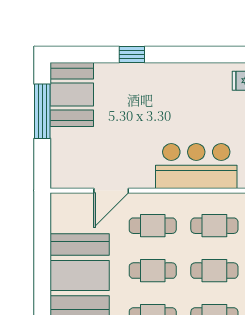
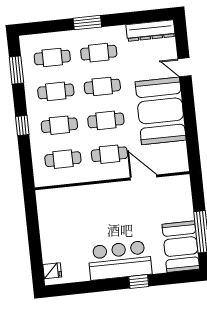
bar counter: (196, 166) -> (120, 260), moved, turned 180
door: (111, 191) -> (144, 177), hinge flipped

